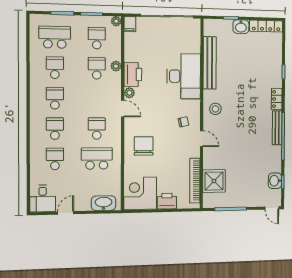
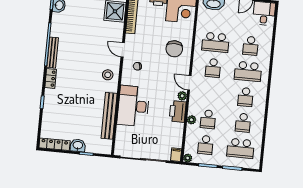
school desk: (55, 129) -> (248, 71), width x1.85

